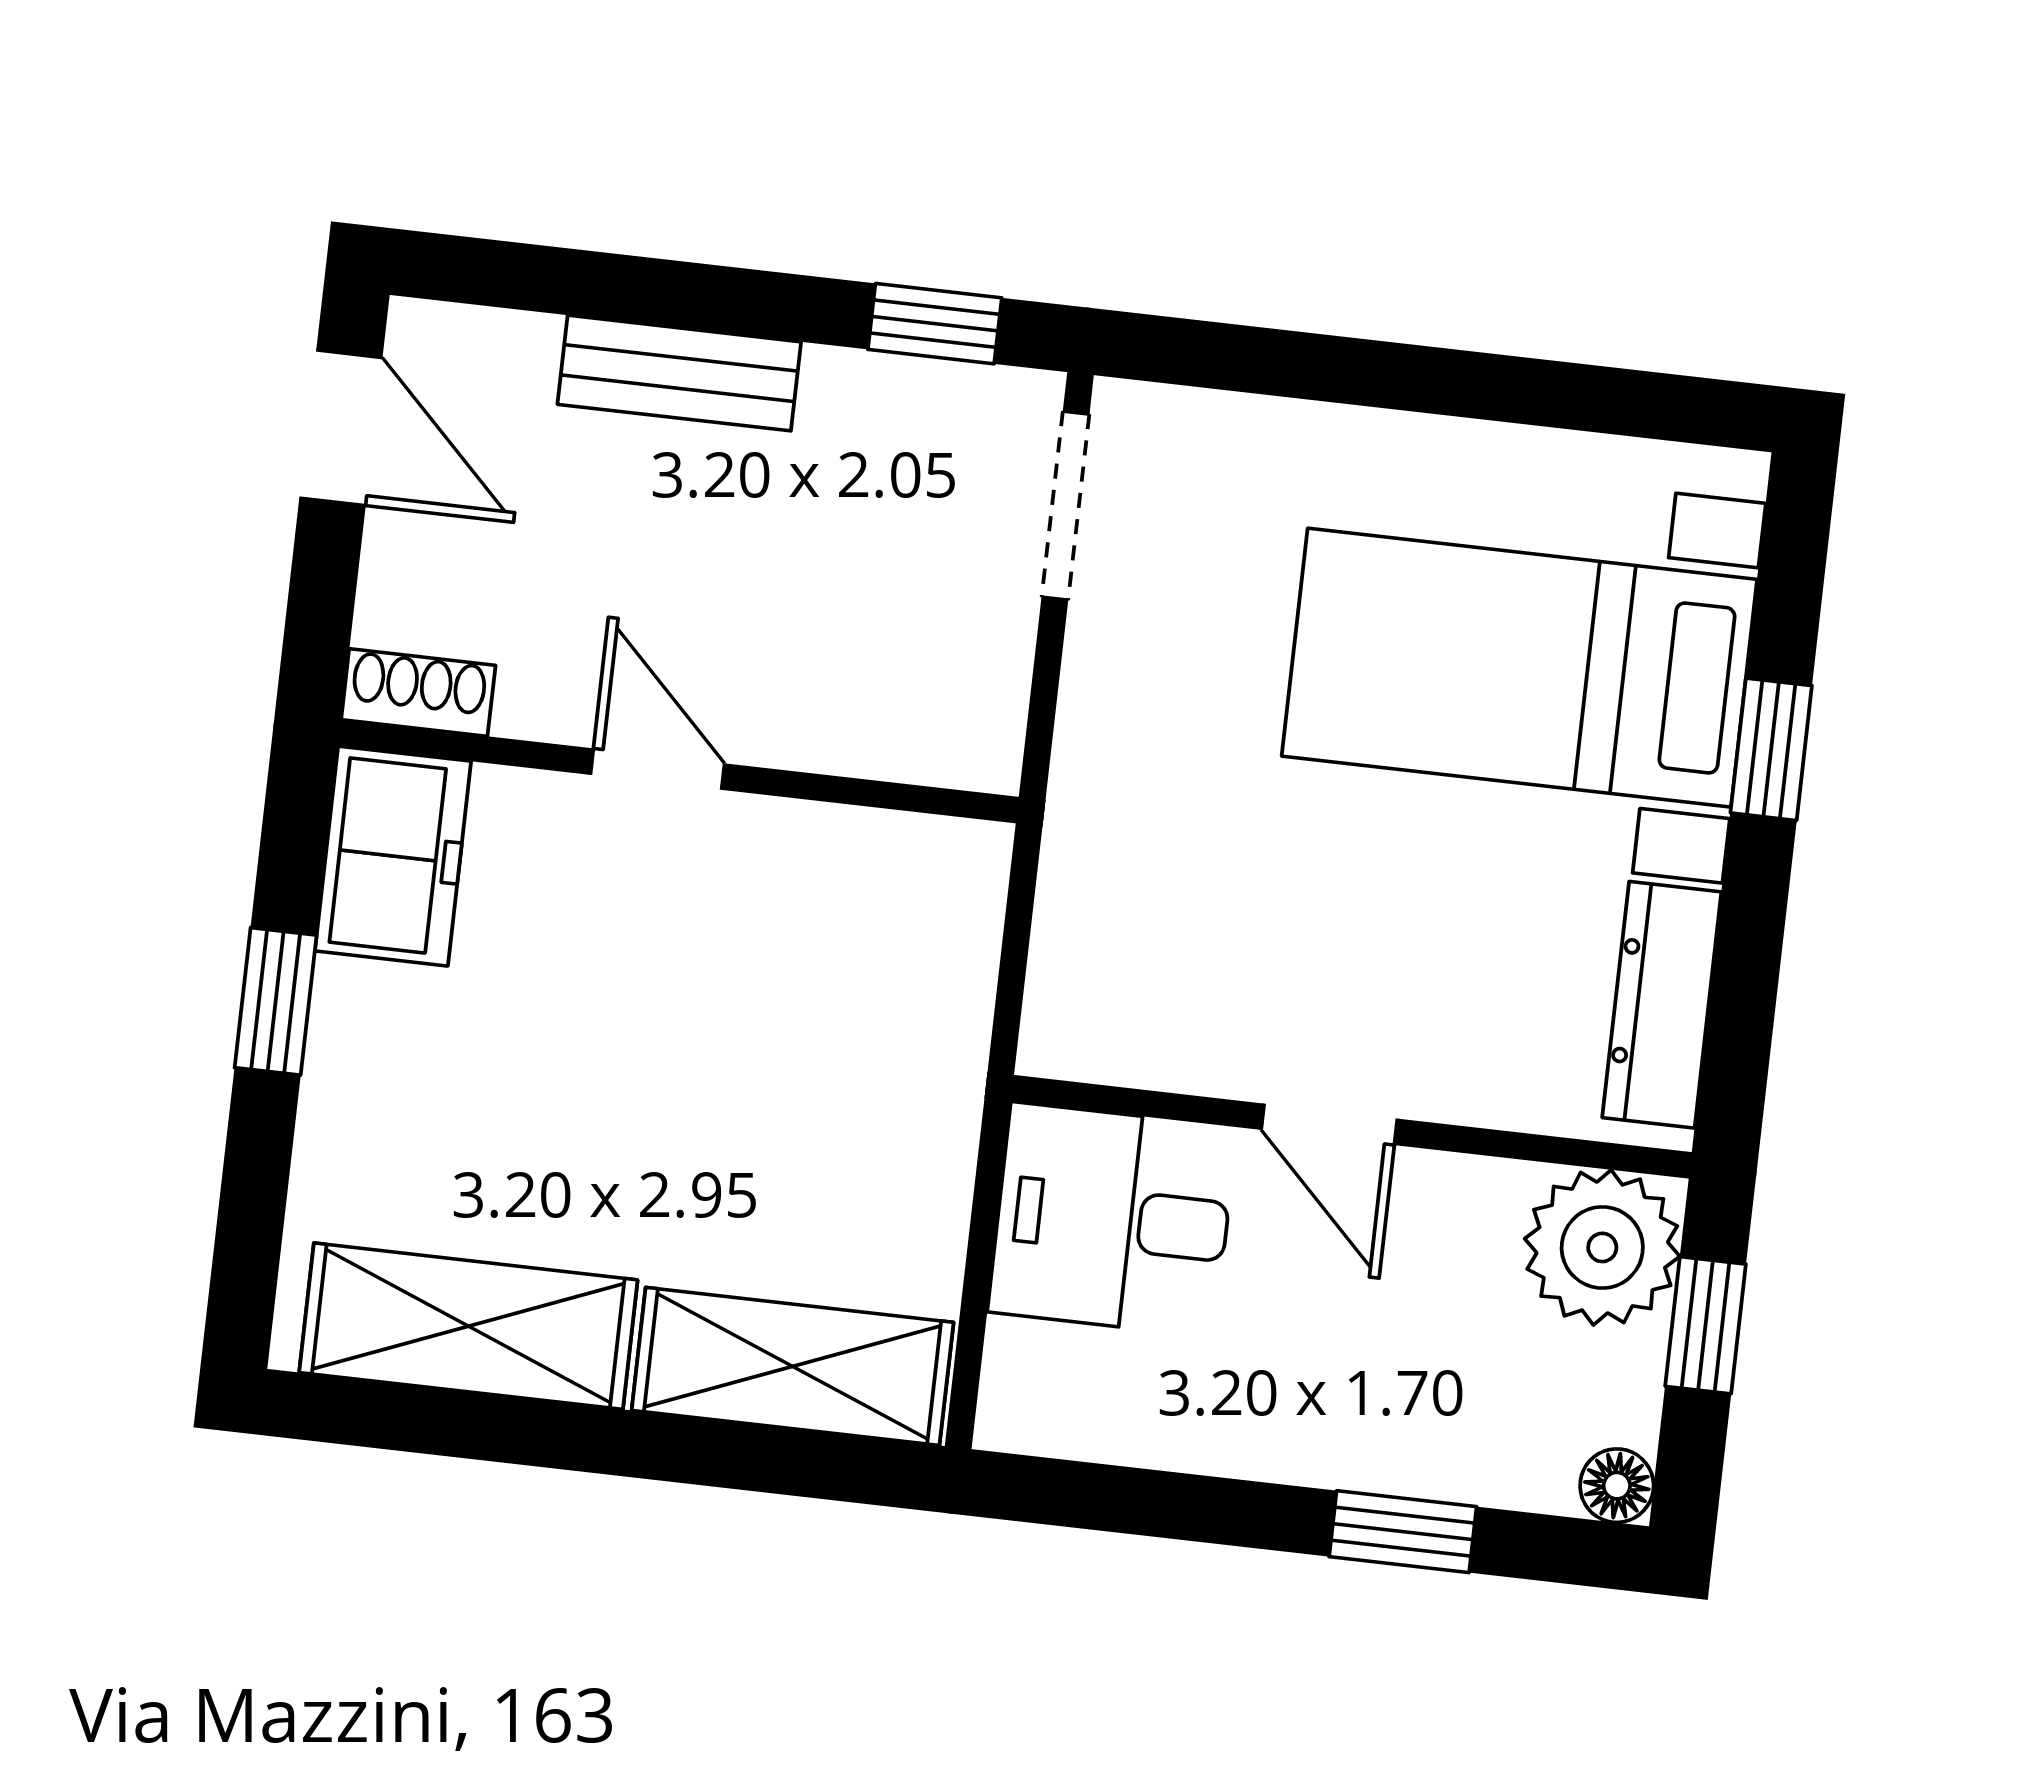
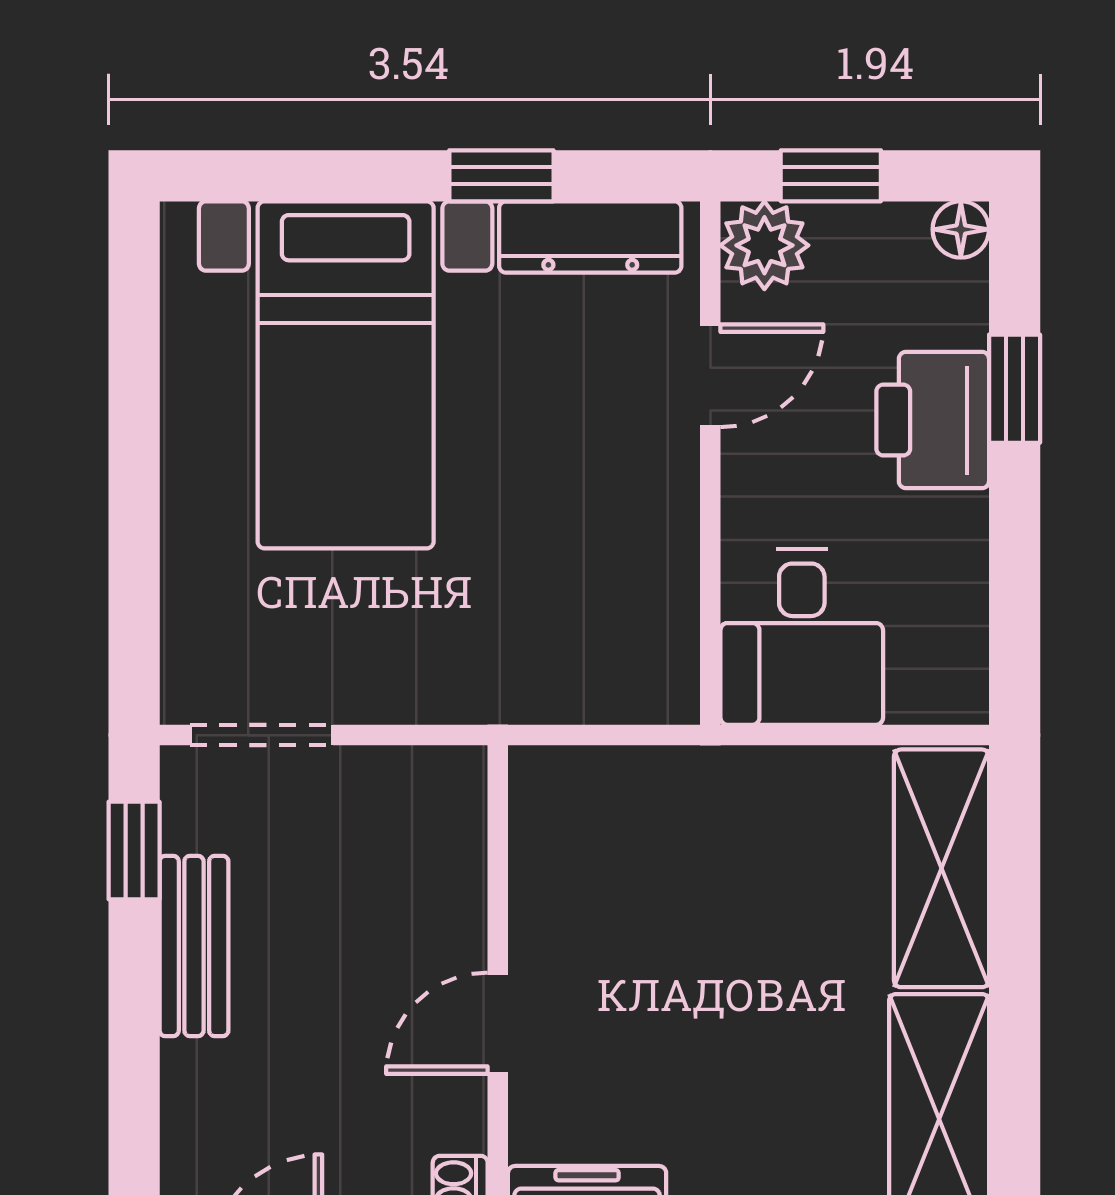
bench: (679, 373) -> (194, 946), moved
window: (1771, 749) -> (501, 176), moved
door: (1329, 1124) -> (710, 376), moved
plant: (1602, 1247) -> (764, 245), width x0.73, depth x0.73
printer: (1374, 1421) -> (933, 420), added

